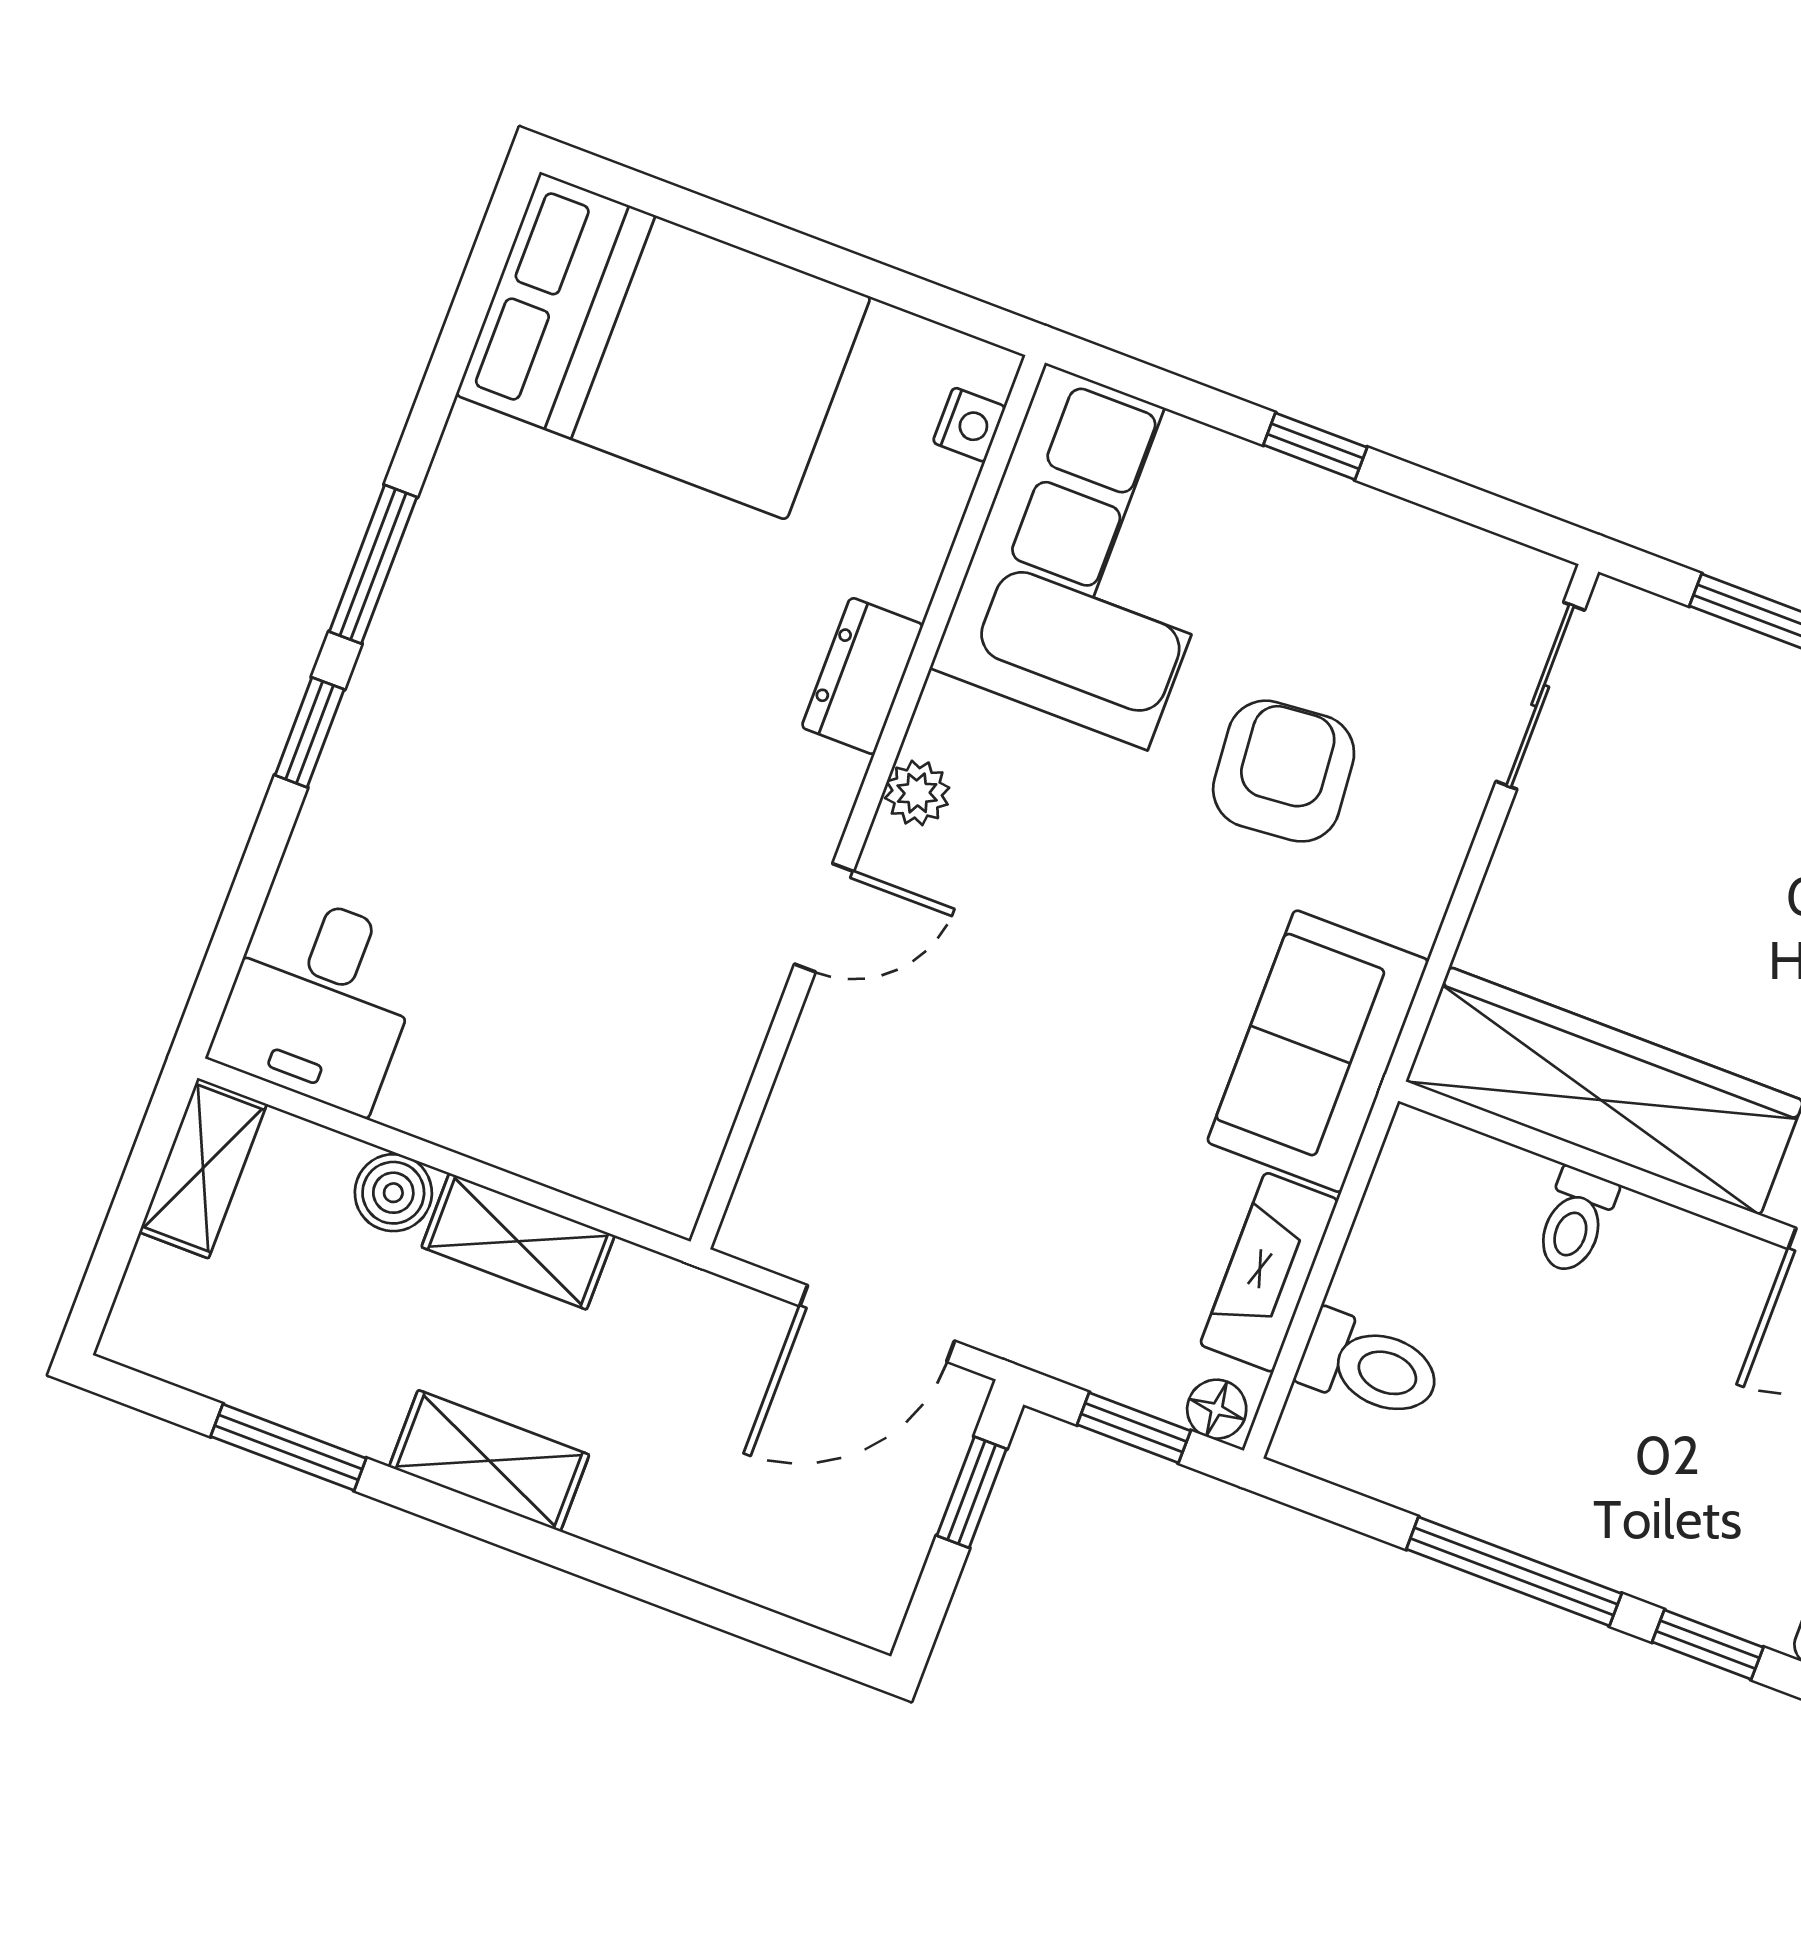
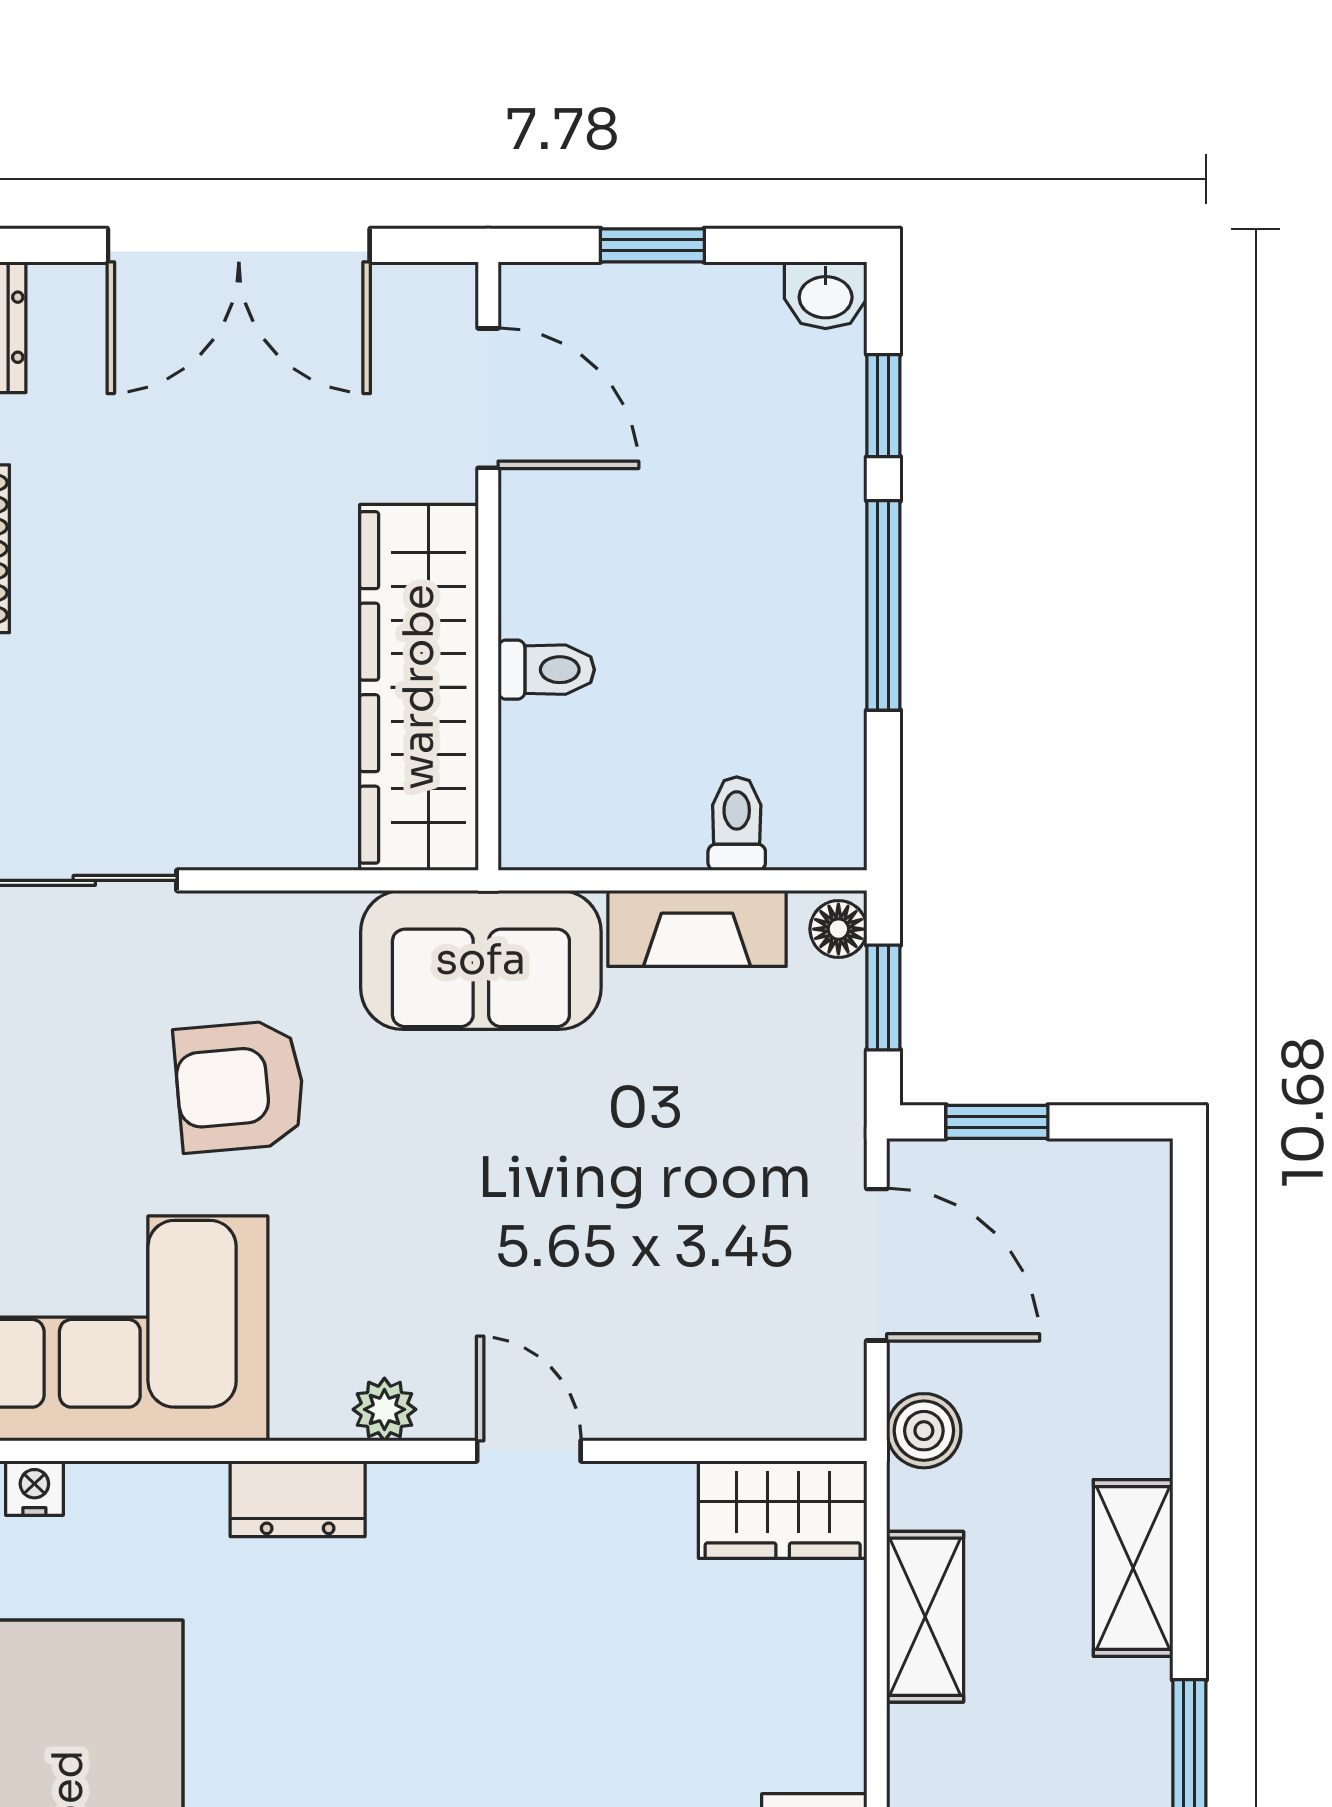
wardrobe: (674, 1142) -> (783, 1510), added
boiler: (393, 1193) -> (924, 1431), moved
toilet: (1370, 1366) -> (737, 824), width x0.73, depth x0.72

